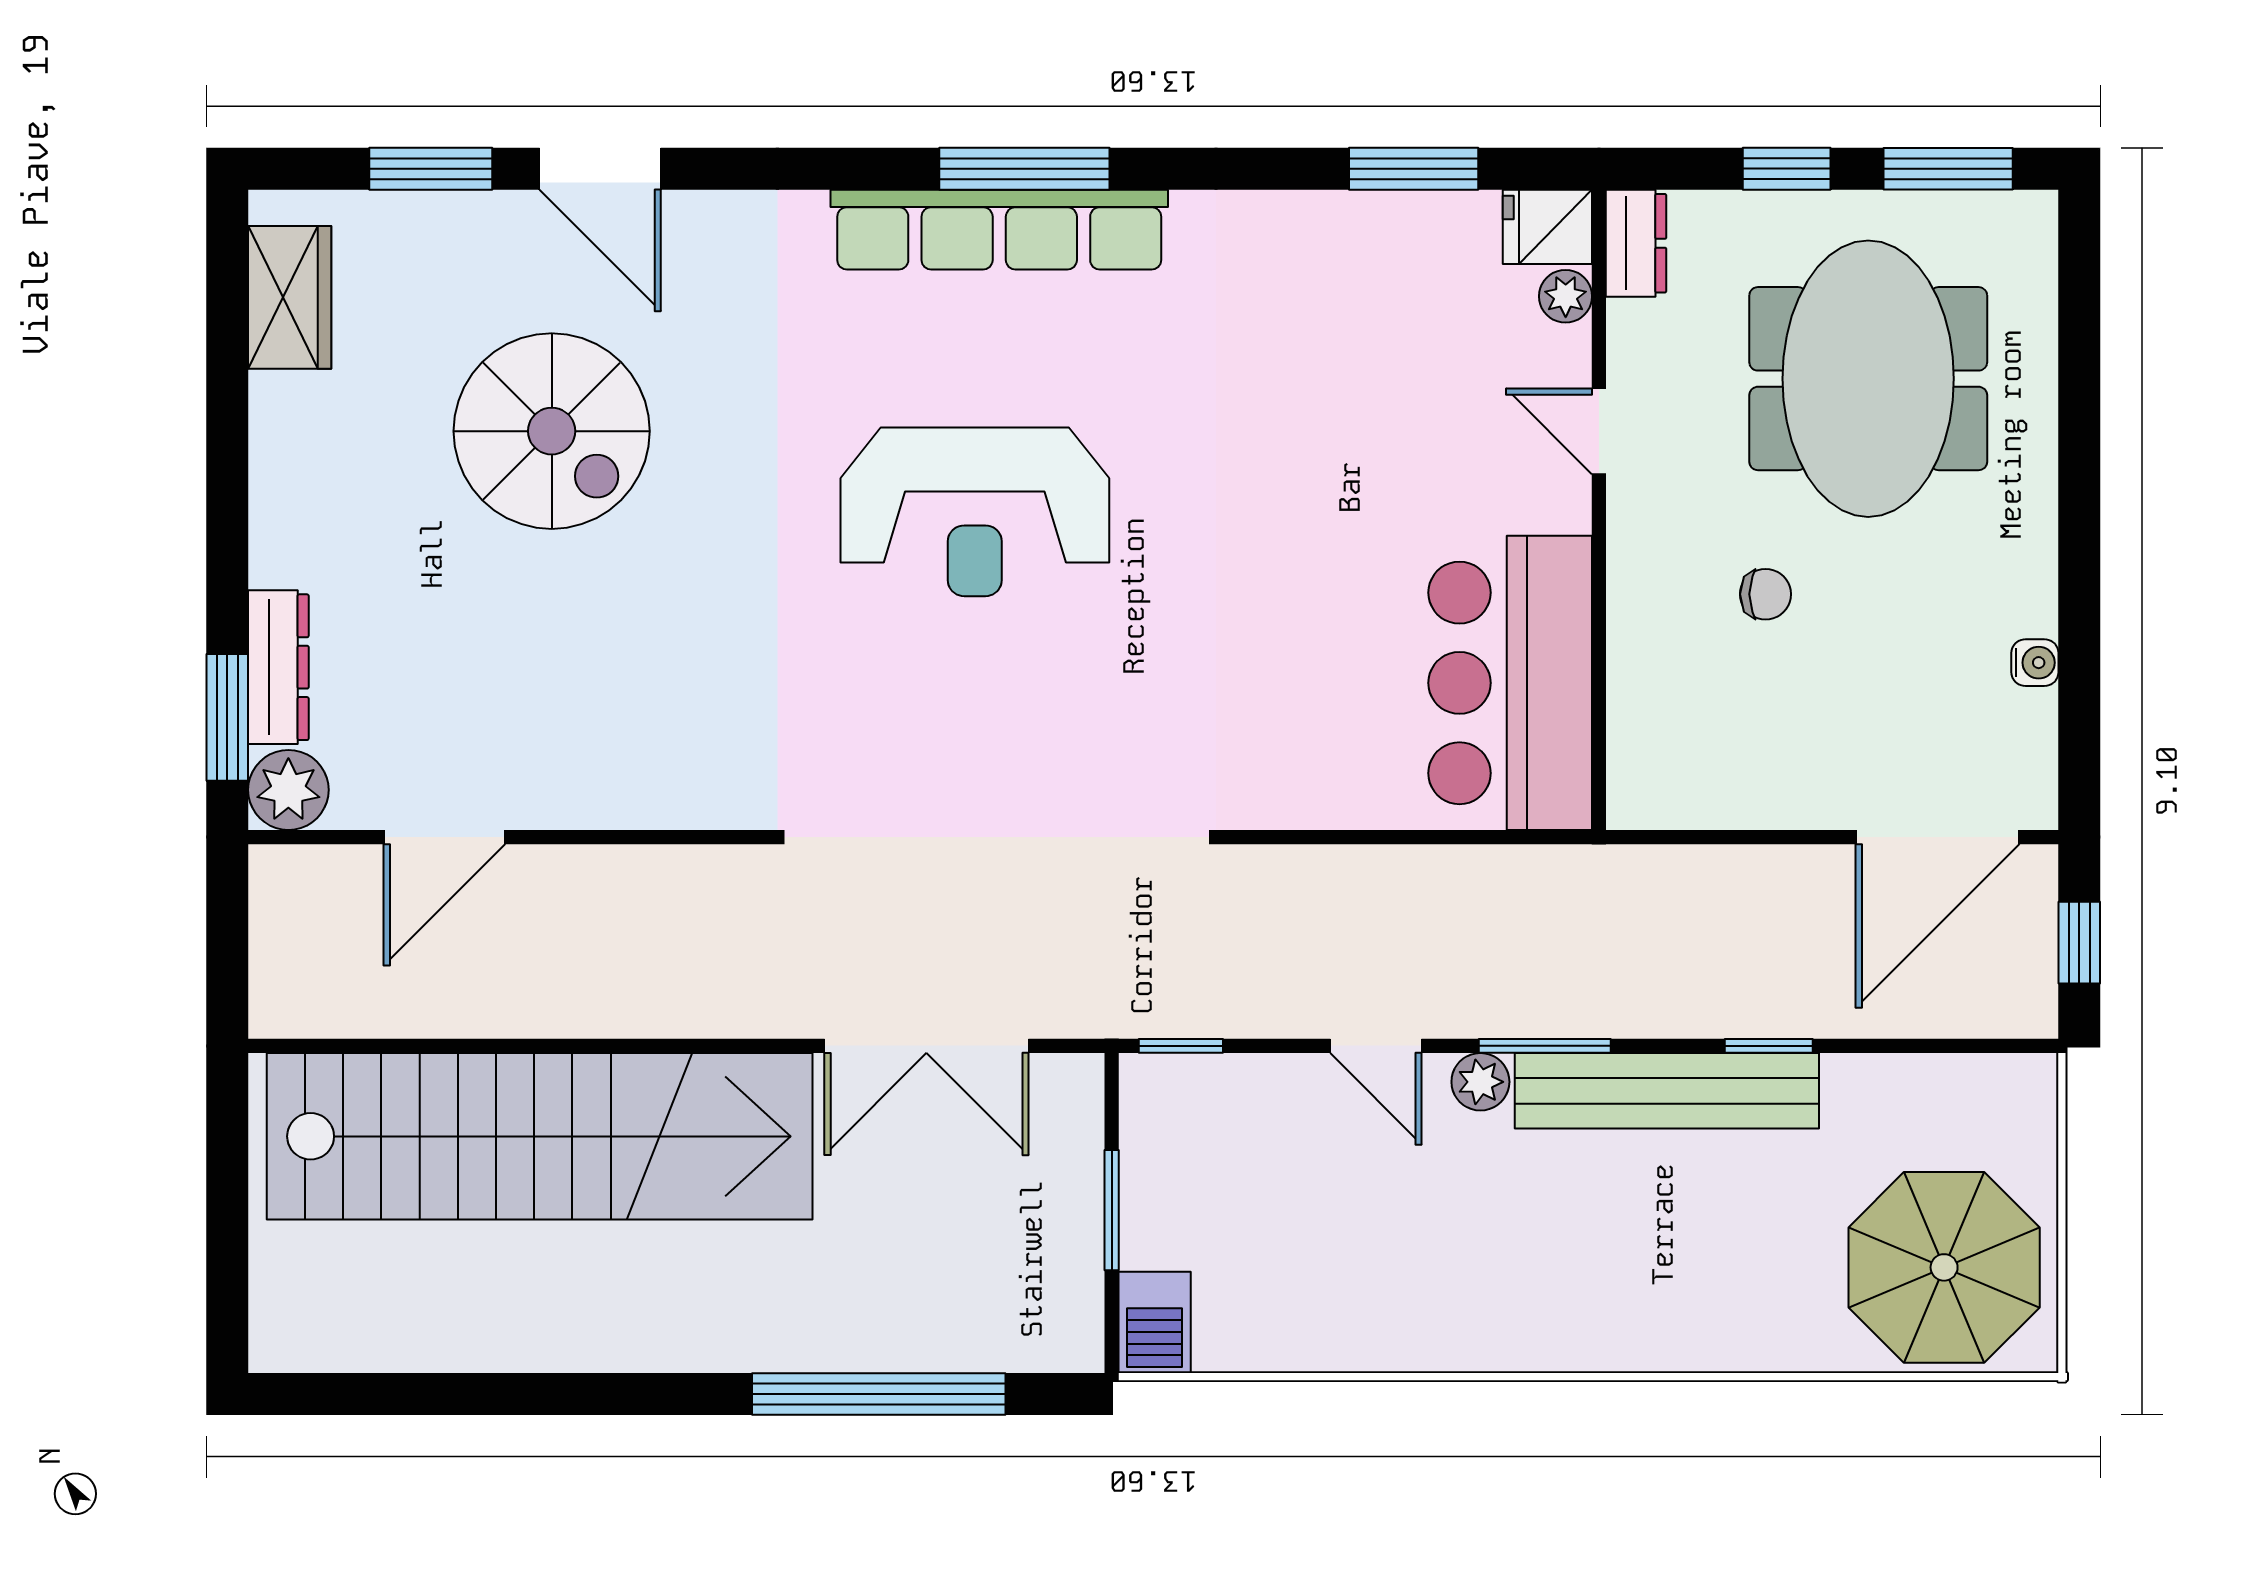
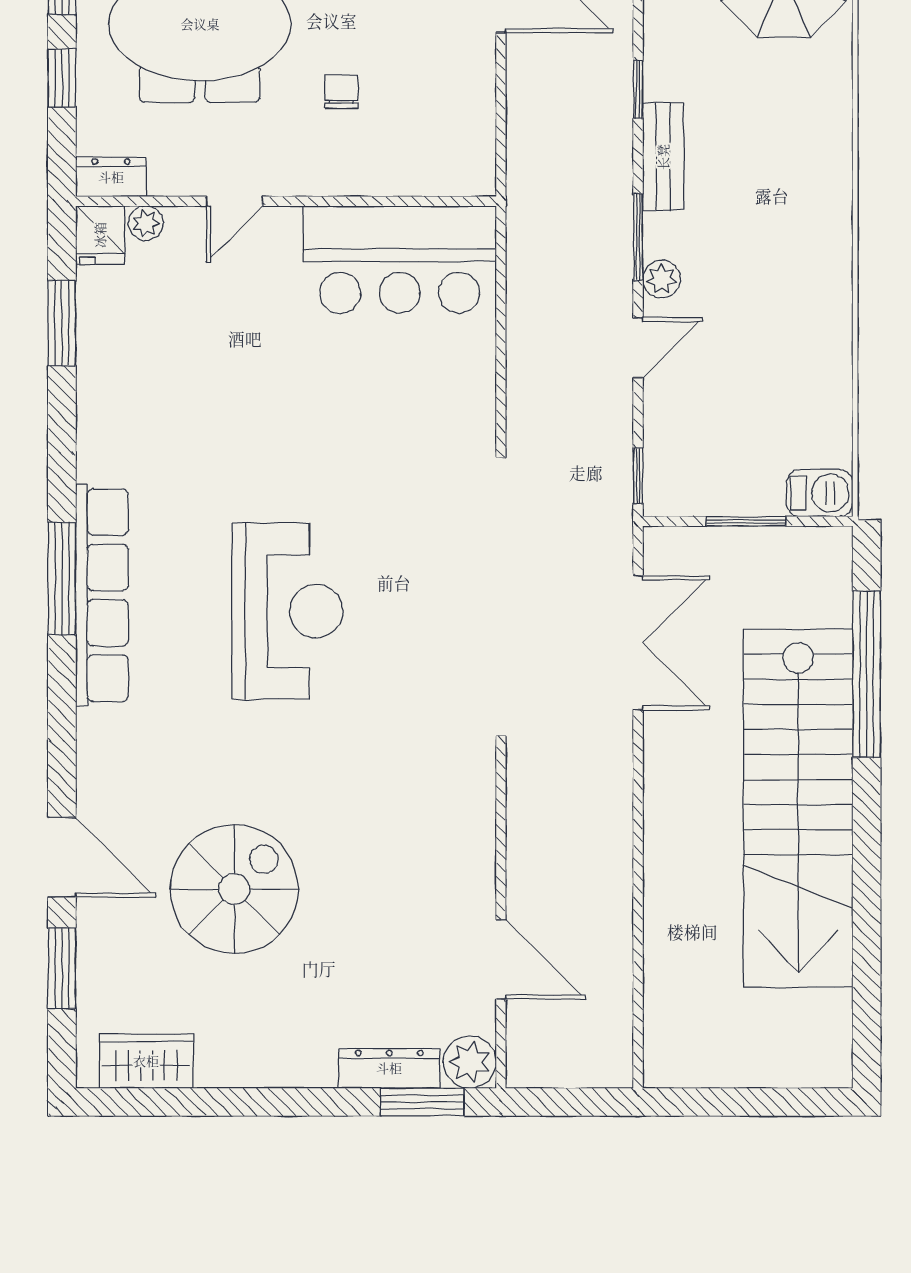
door: (600, 169) -> (62, 857), hinge flipped
bench: (1667, 1091) -> (663, 157), width x0.54, depth x0.82
stairs: (540, 1136) -> (798, 808), moved, turned 180

